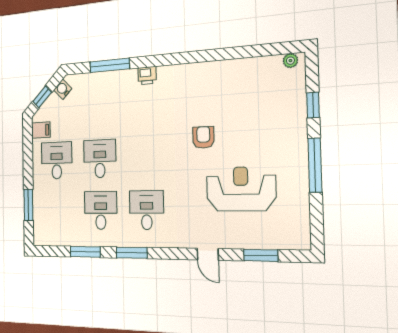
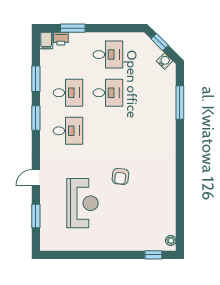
printer: (147, 76) -> (61, 39), moved, turned -90
window: (313, 105) -> (153, 255), moved
filing cabinet: (41, 130) -> (46, 40), moved
armchair: (203, 137) -> (120, 176), turned 96
window: (315, 165) -> (98, 255), removed

